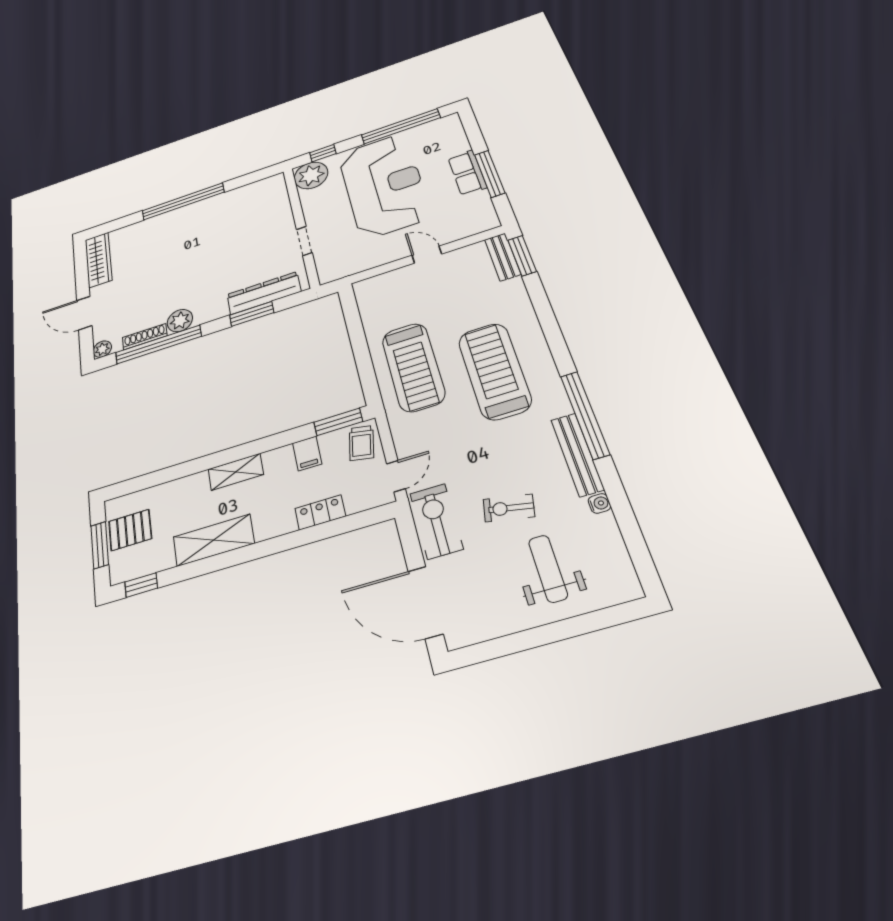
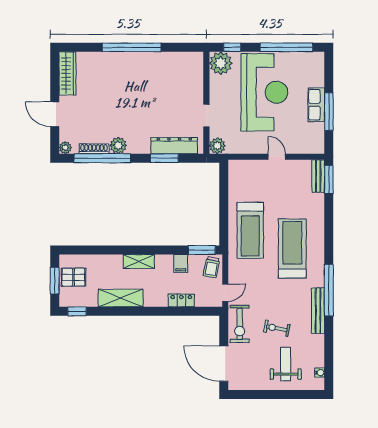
plant: (330, 272) -> (217, 146), added
water cooler: (599, 503) -> (320, 373), moved
exercise bike: (436, 521) -> (240, 324), turned 180

